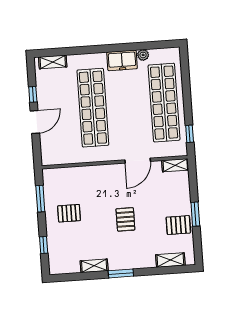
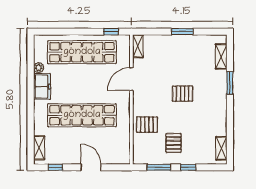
window: (33, 94) -> (55, 167), moved
door: (138, 161) -> (131, 79), swing flipped
pallet: (178, 225) -> (147, 125), moved, turned 90
window: (44, 245) -> (188, 167), moved
shelving: (94, 266) -> (221, 148), moved
window: (121, 273) -> (230, 83), moved

